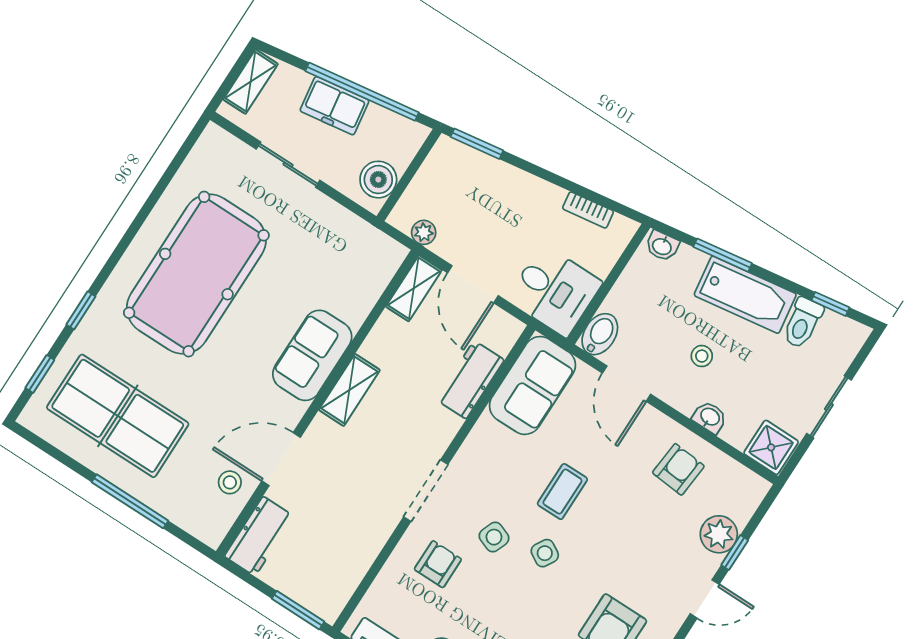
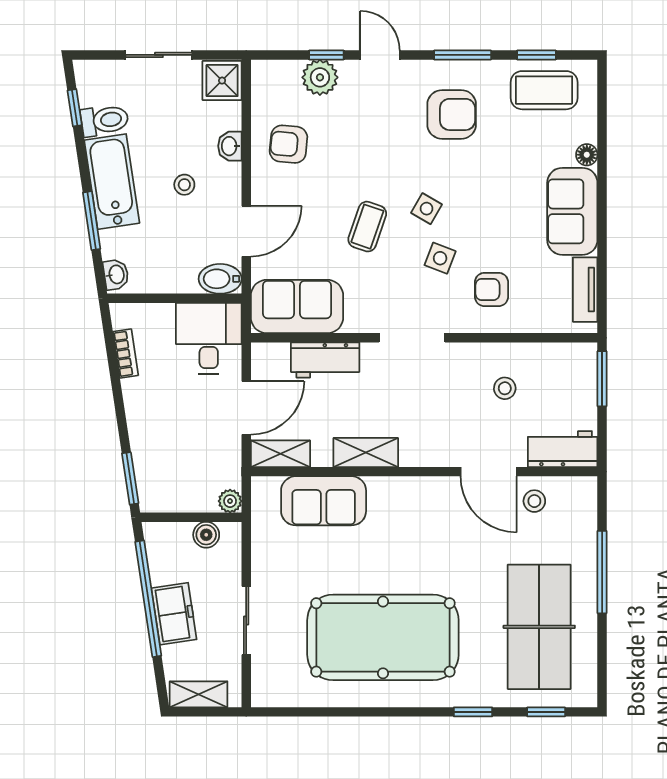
boiler: (378, 180) -> (206, 535), width x0.73, depth x0.73
plant: (424, 232) -> (230, 501), moved
sofa: (312, 355) -> (324, 501), moved
shelving: (349, 390) -> (366, 453), moved
doorway: (426, 491) -> (412, 338), moved
coffee table: (562, 492) -> (367, 227), turned -71
stool: (344, 520) -> (505, 388), added

